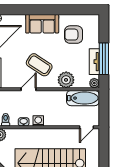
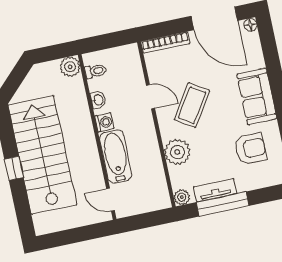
armchair: (74, 35) -> (250, 149), turned 90
bathtub: (83, 98) -> (116, 156), moved, turned 180

